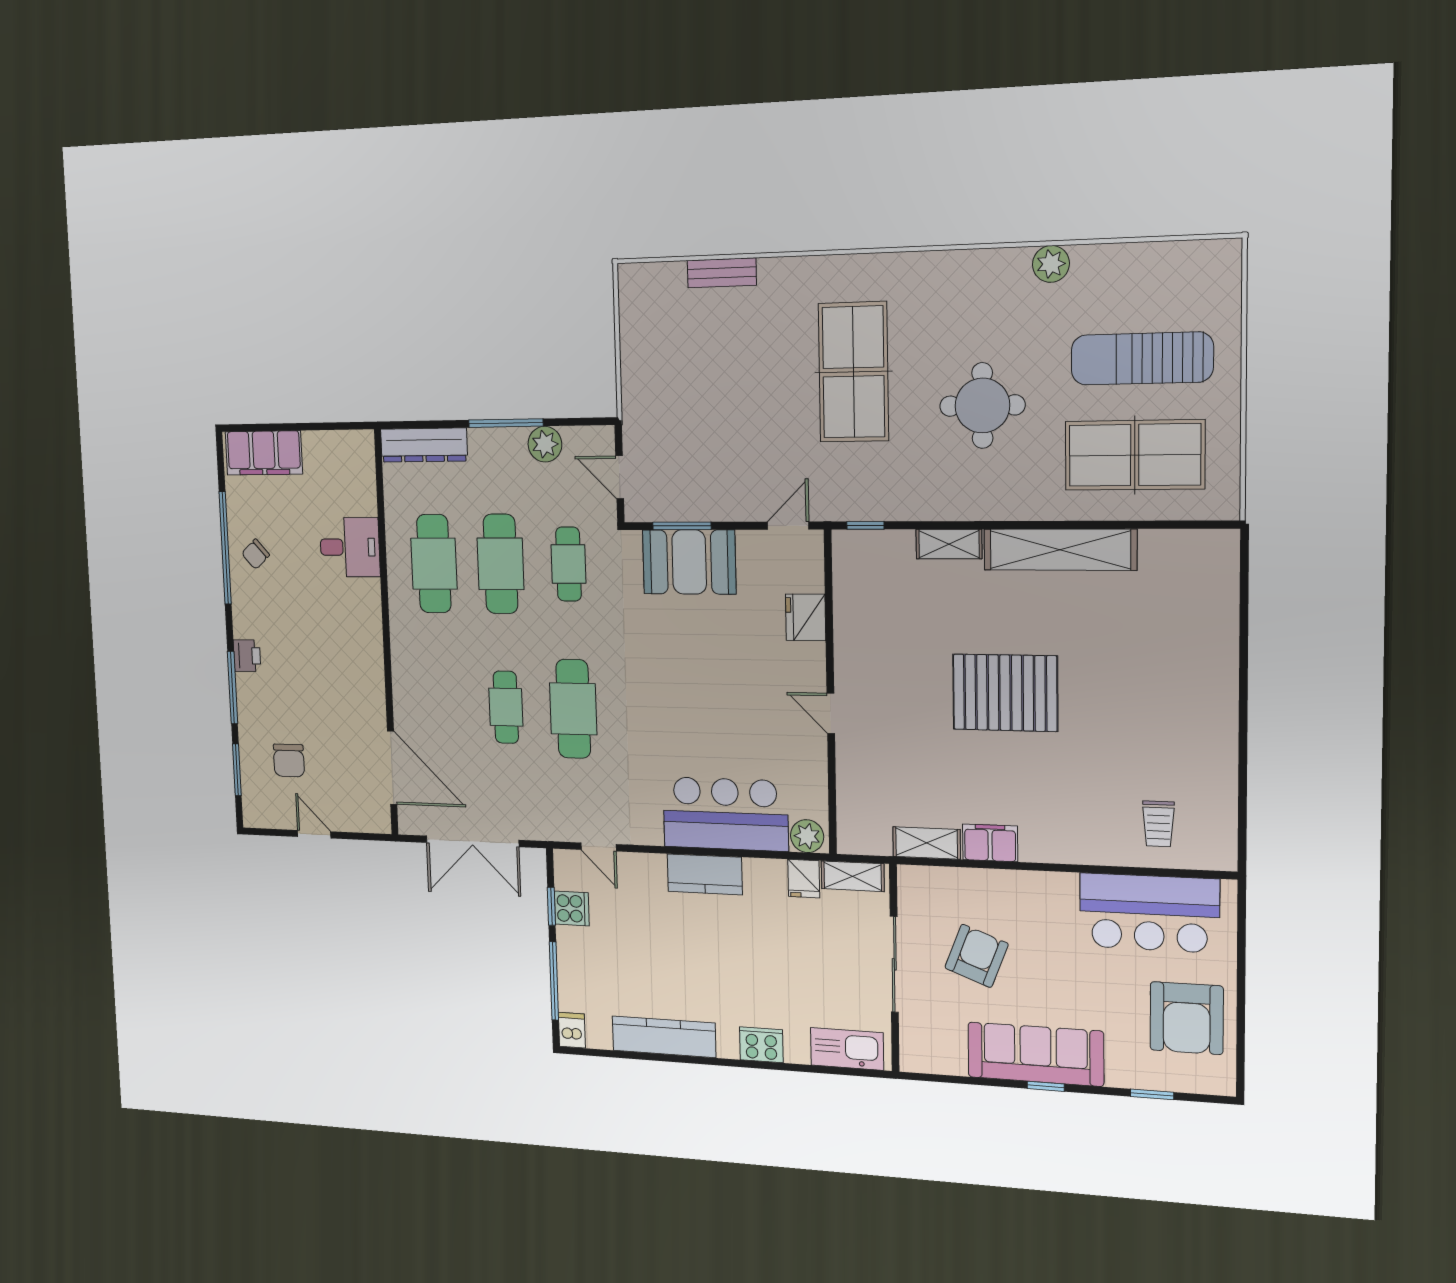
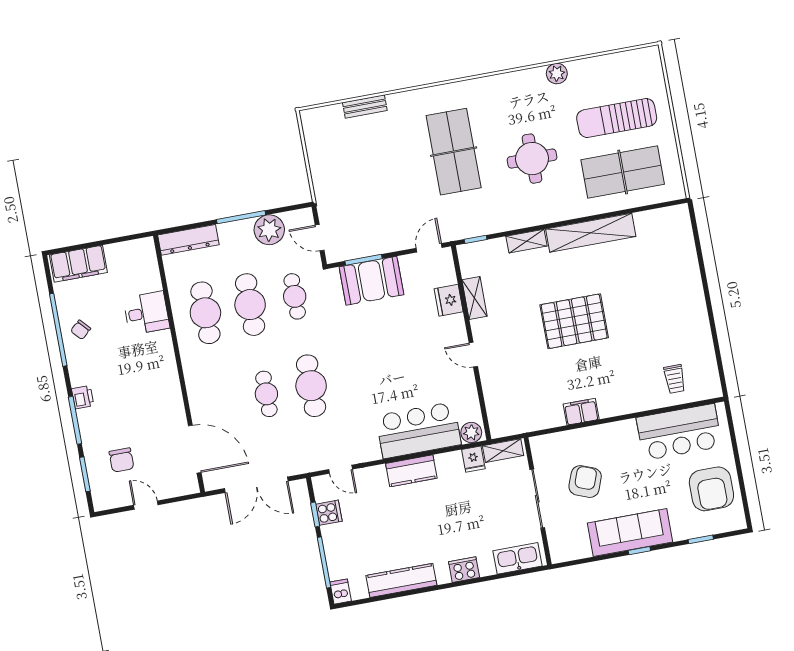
plant: (545, 444) -> (269, 230), width x1.36, depth x1.36
shelving: (927, 843) -> (475, 298), moved, turned 90

